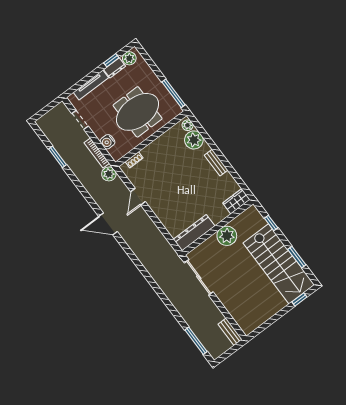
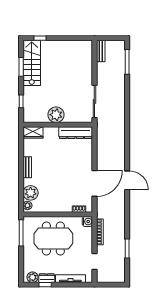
water cooler: (108, 142) -> (87, 222), moved
plant: (109, 174) -> (102, 212), removed
door: (138, 197) -> (94, 183), width x1.88
stairs: (279, 264) -> (32, 63), width x0.73, depth x0.66

